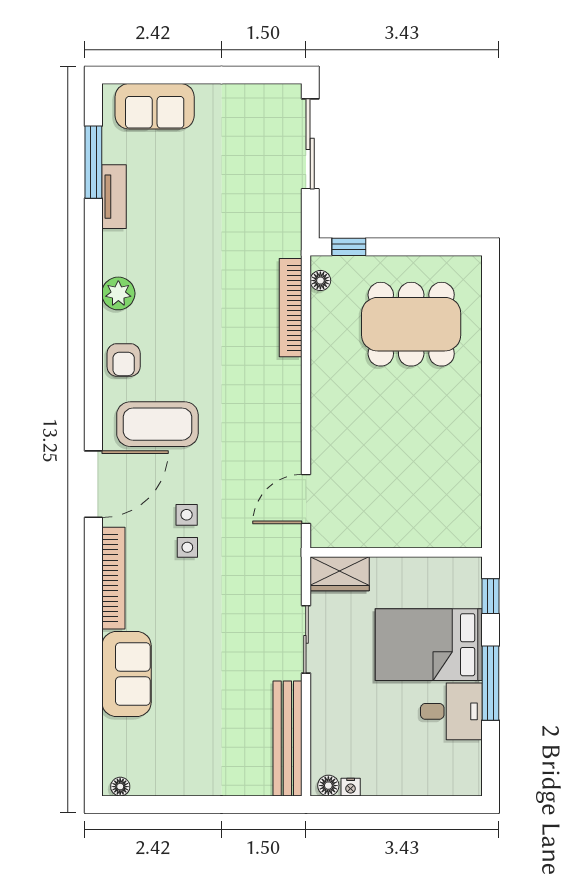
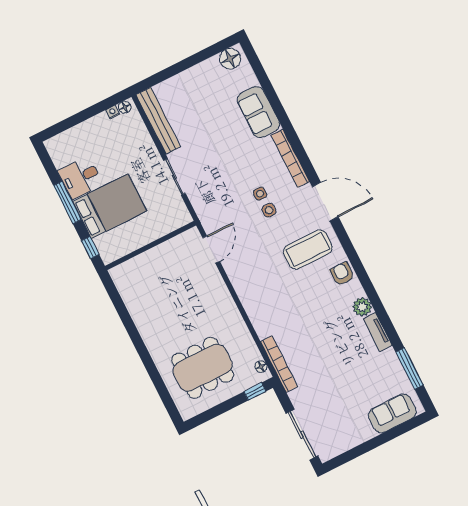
tv unit: (114, 197) -> (378, 332), moved
bookcase: (291, 308) -> (279, 364), moved
door: (93, 484) -> (325, 202), swing flipped
wardrobe: (340, 574) -> (174, 220), removed
floor lamp: (120, 787) -> (230, 59), width x1.89, depth x1.89

